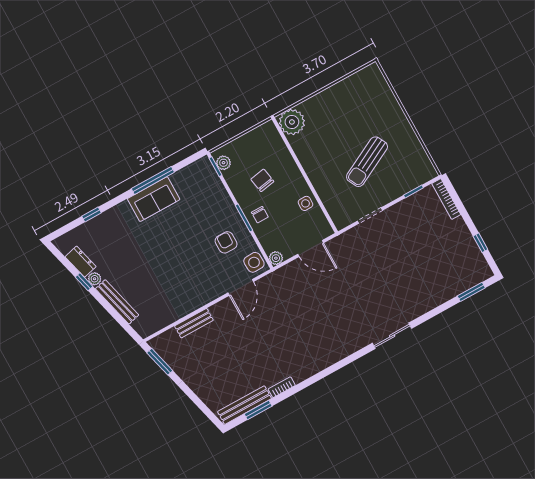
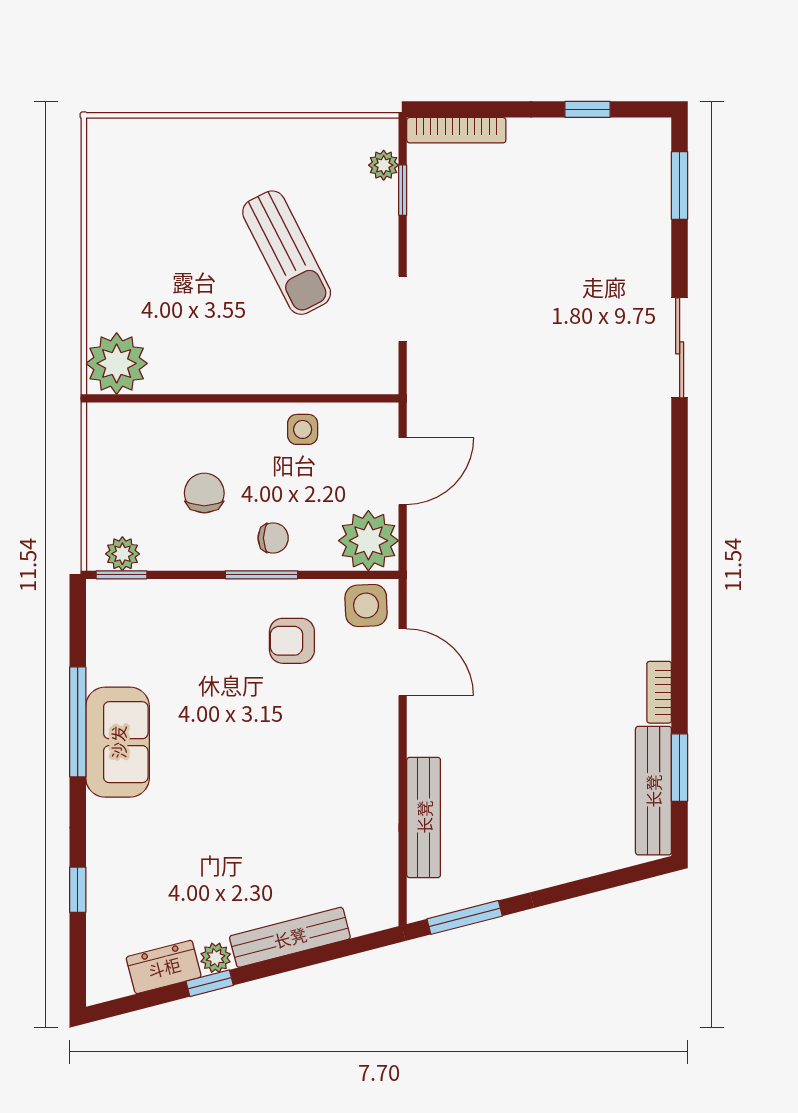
plant: (419, 179) -> (384, 165), added
chair: (262, 180) -> (204, 493), turned 100
plant: (276, 258) -> (368, 541), width x1.88, depth x1.88
bench: (194, 323) -> (424, 817), width x1.36
sliding door: (392, 336) -> (680, 348), moved

